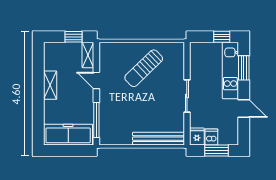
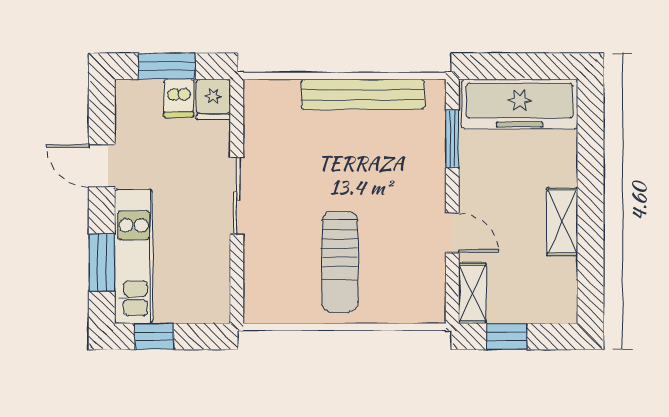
sun lounger: (144, 68) -> (340, 262), turned 134
window: (96, 120) -> (452, 139), width x0.69
bench: (158, 139) -> (363, 94), moved

